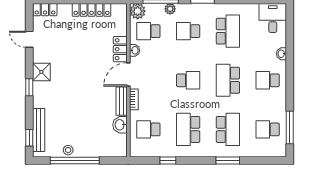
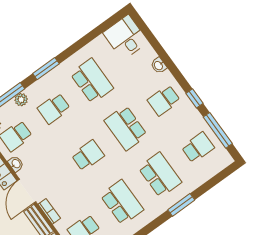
window: (290, 94) -> (195, 98), added
school desk: (188, 129) -> (122, 202), turned 180
school desk: (268, 129) -> (198, 147), turned 180

